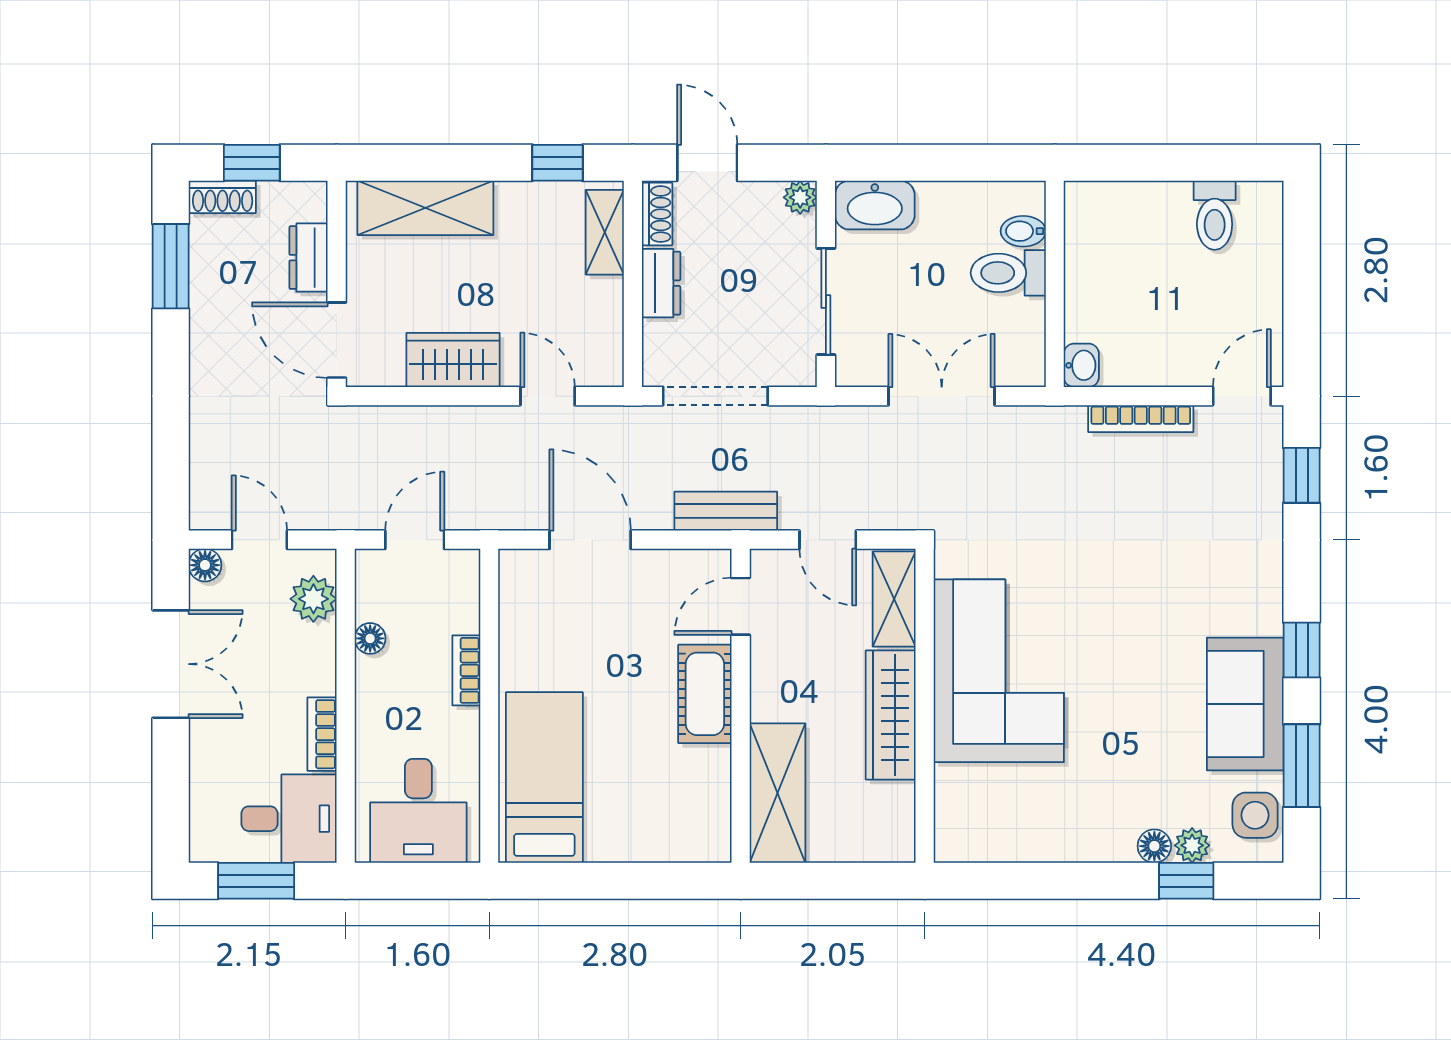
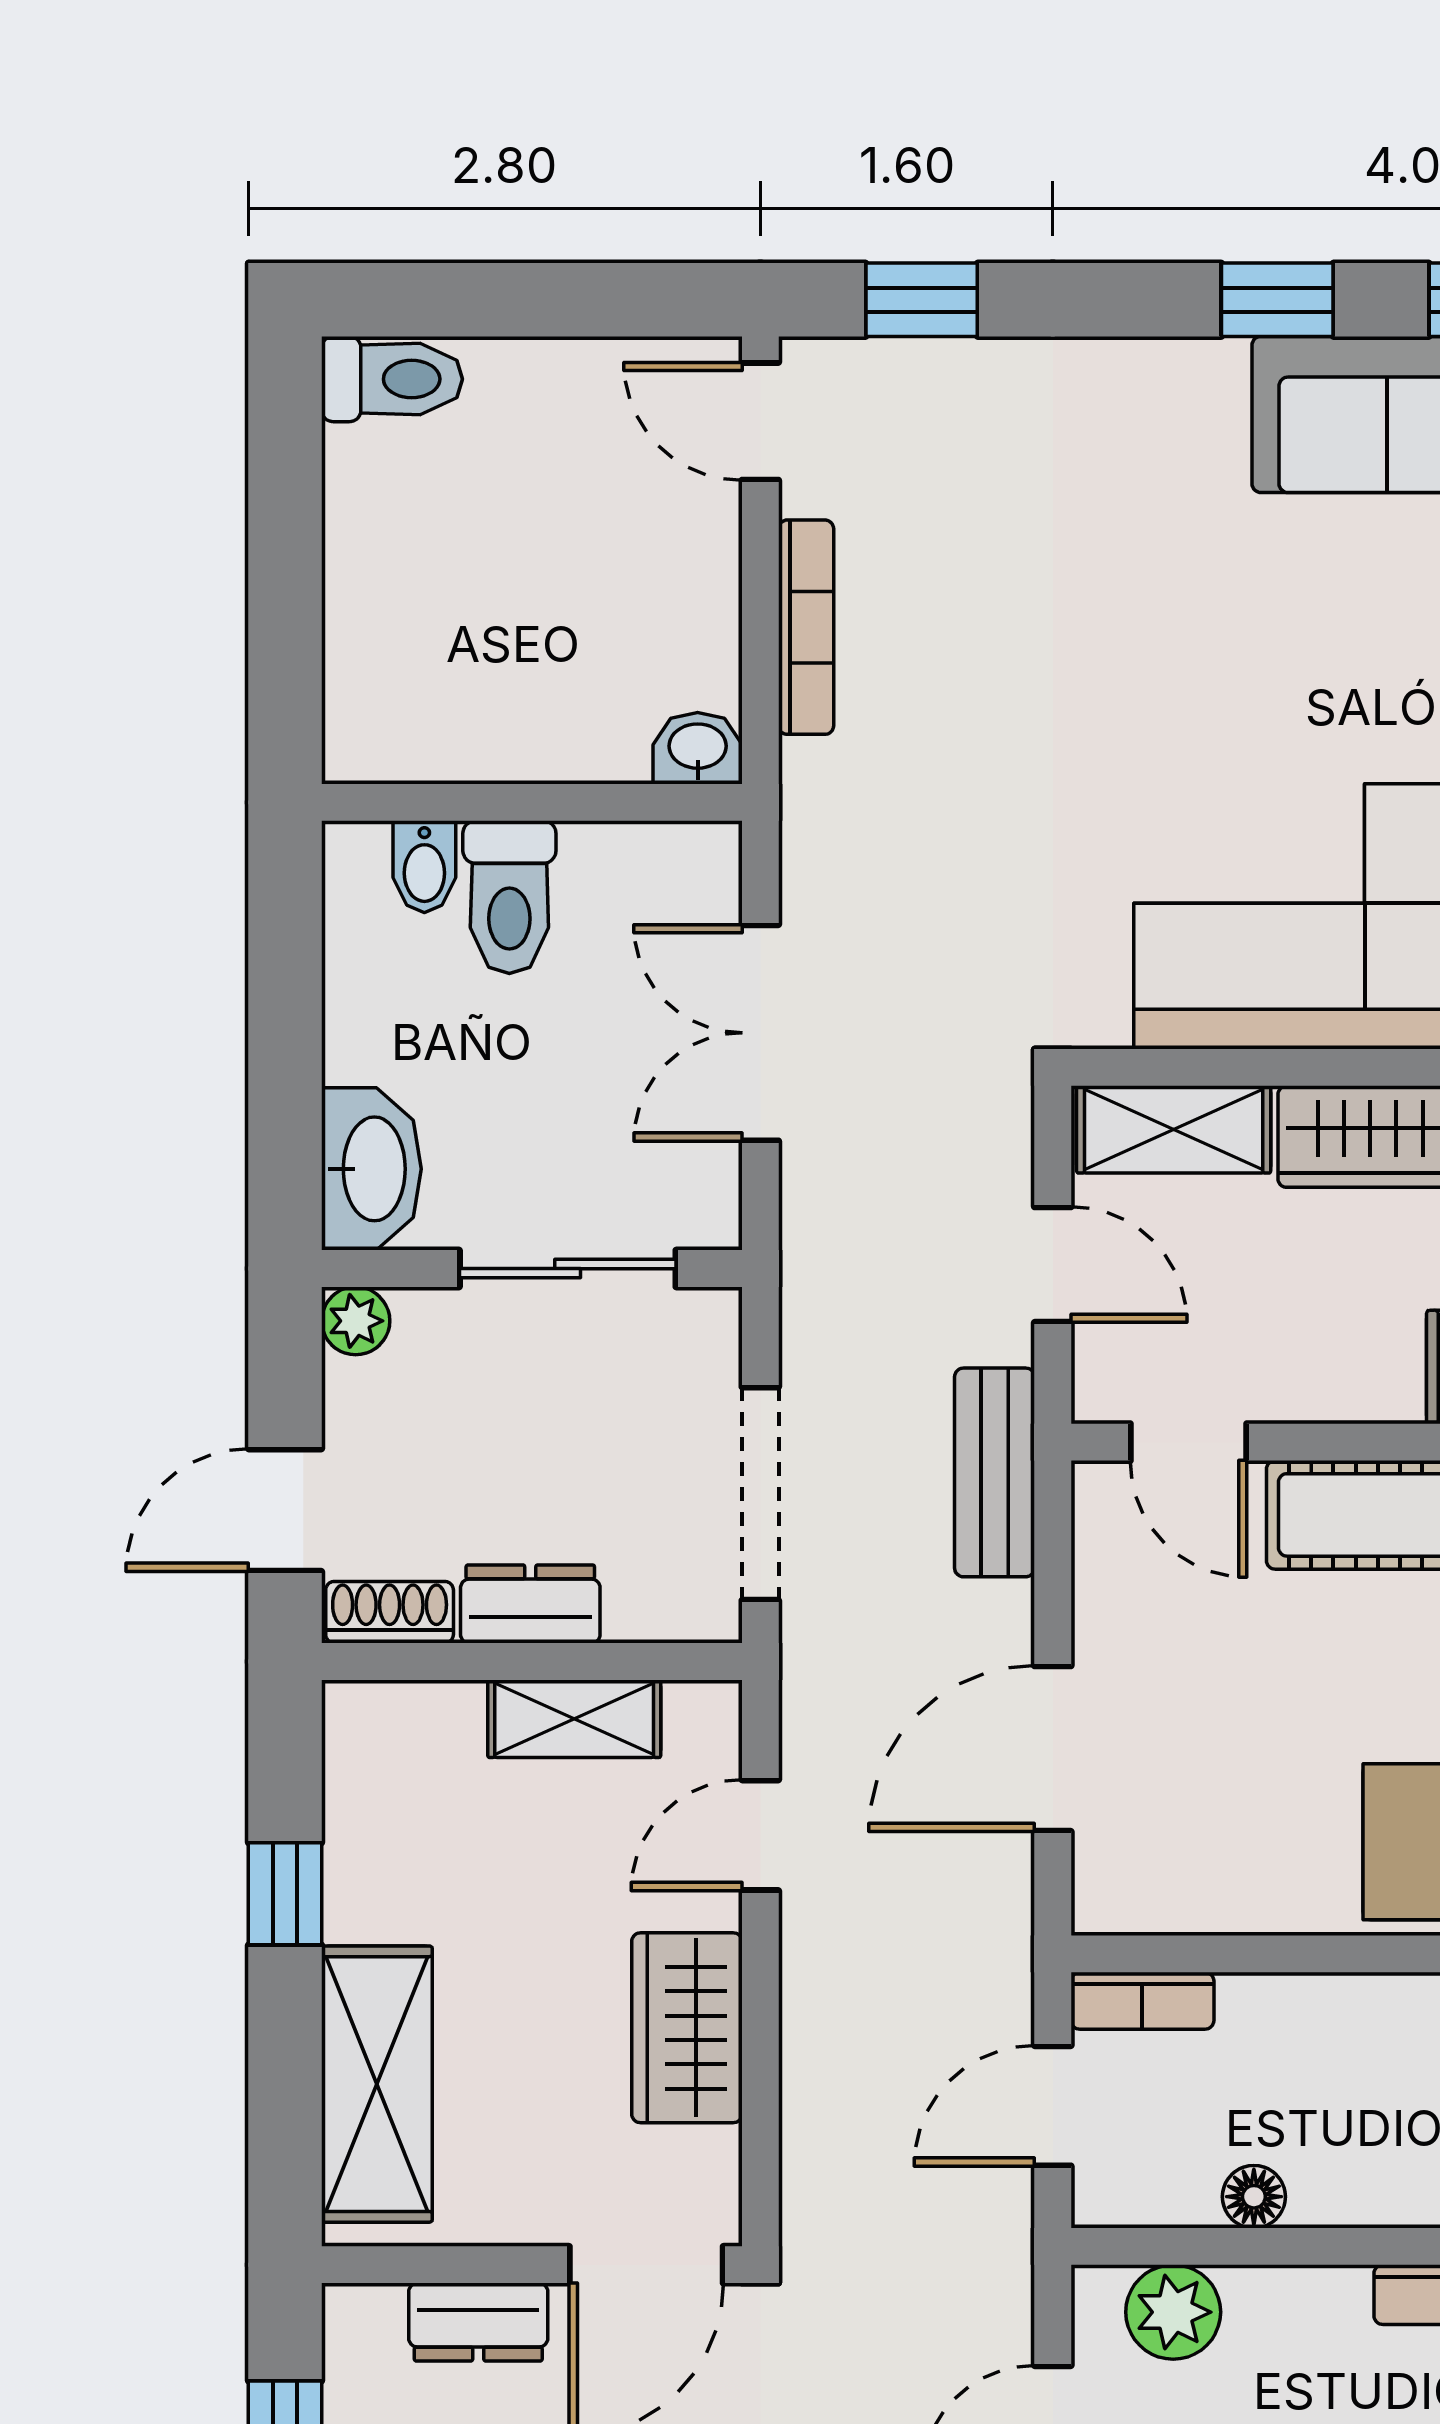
window: (557, 163) -> (285, 1894), moved
toilet: (1215, 215) -> (392, 379), moved
shelving: (605, 232) -> (574, 1719), moved
door: (415, 540) -> (1053, 2106), hinge flipped
door: (828, 540) -> (1053, 1265), hinge flipped
bookcase: (466, 670) -> (1142, 2001), moved

